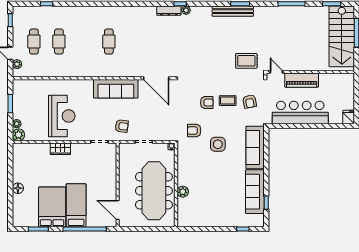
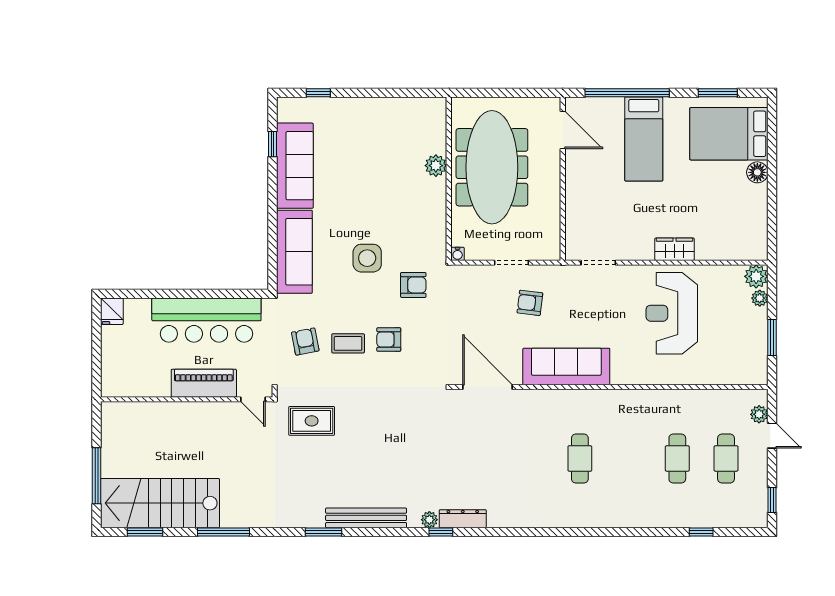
bench: (233, 11) -> (366, 518), moved
stairs: (342, 36) -> (160, 503), moved, turned -90
armchair: (122, 126) -> (530, 303), moved
bed: (52, 207) -> (729, 134), moved, turned 90

